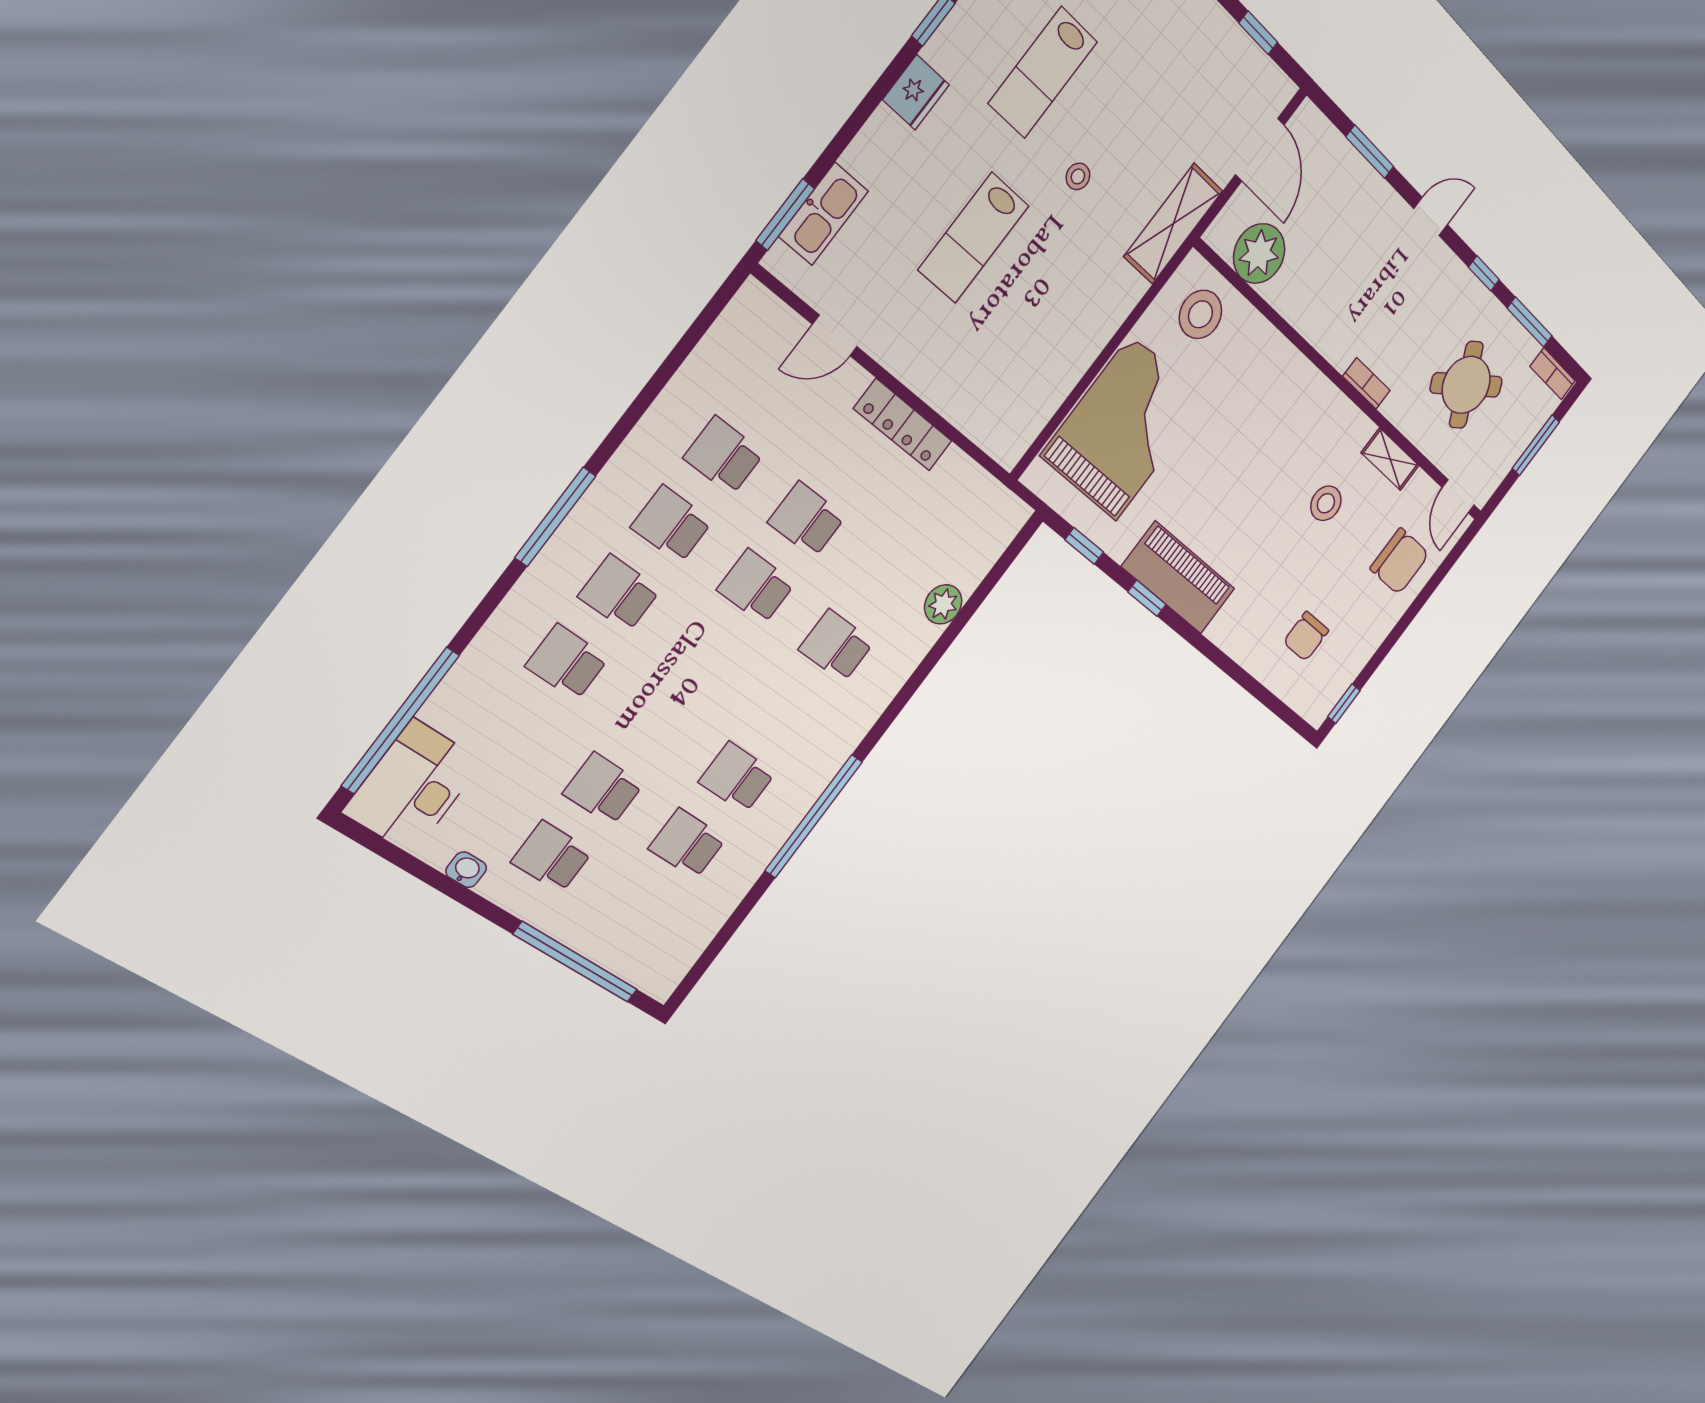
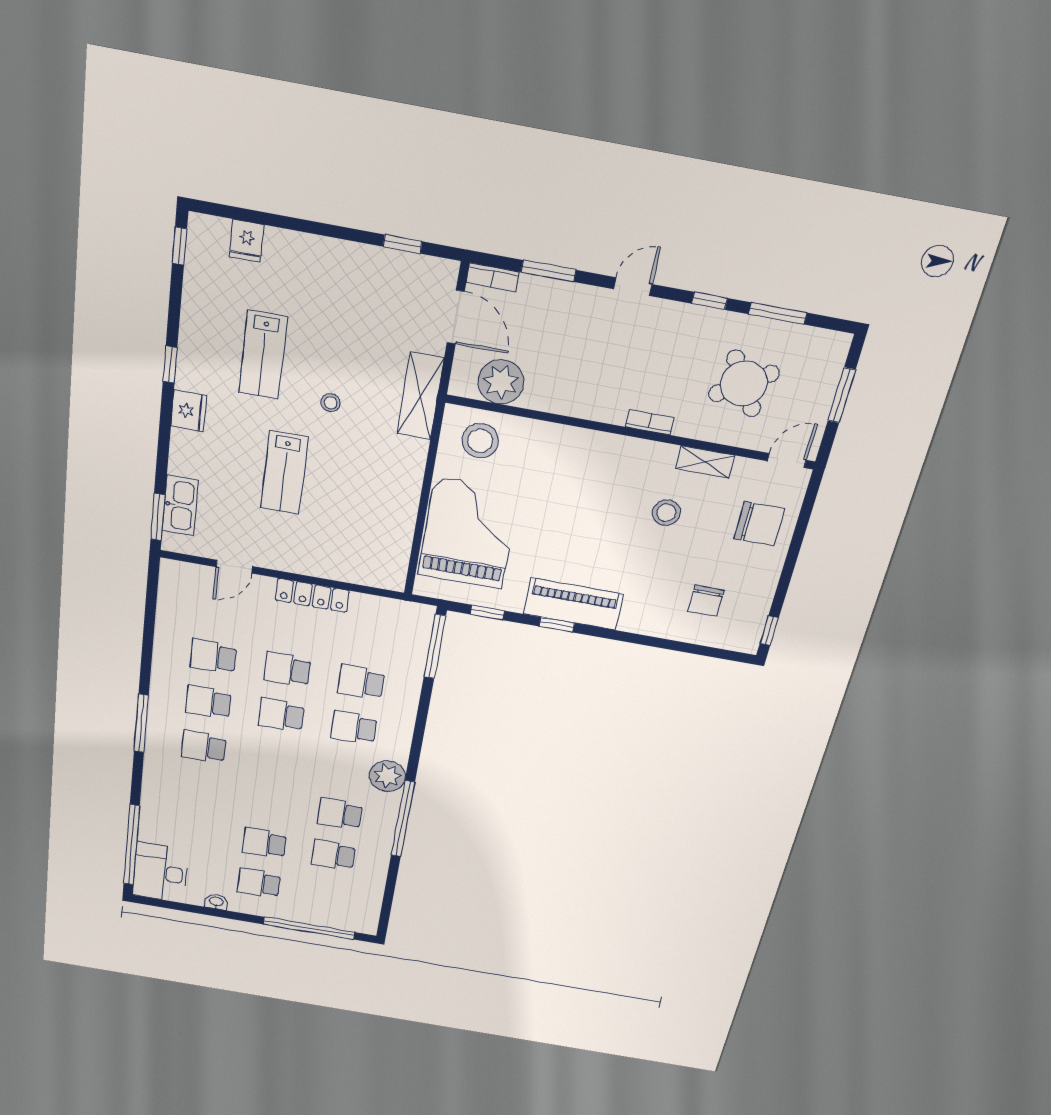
bookcase: (1553, 374) -> (493, 277), moved
door: (1458, 496) -> (787, 460), swing flipped
window: (1001, 567) -> (435, 646), added
plant: (943, 604) -> (387, 776), moved, width x1.36, depth x1.36
school desk: (567, 662) -> (361, 682), moved

